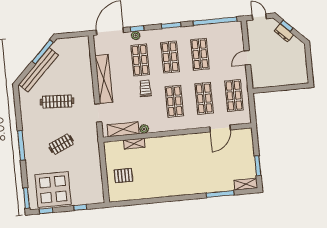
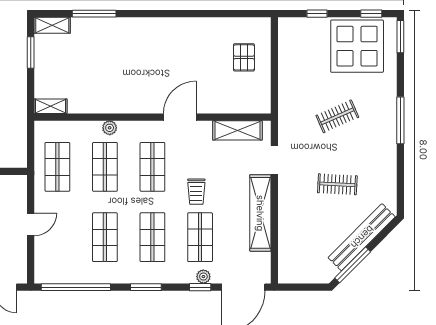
clothes rail: (57, 102) -> (337, 184), width x0.73
door: (220, 128) -> (180, 117), moved
plant: (144, 129) -> (110, 128), moved
shelving: (134, 144) -> (51, 106), moved
pallet: (123, 176) -> (244, 57), turned 90

